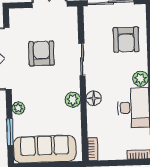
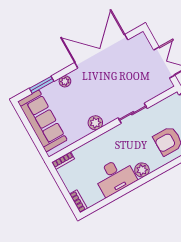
armchair: (41, 53) -> (120, 77), removed
floor lamp: (94, 98) -> (106, 140), removed

